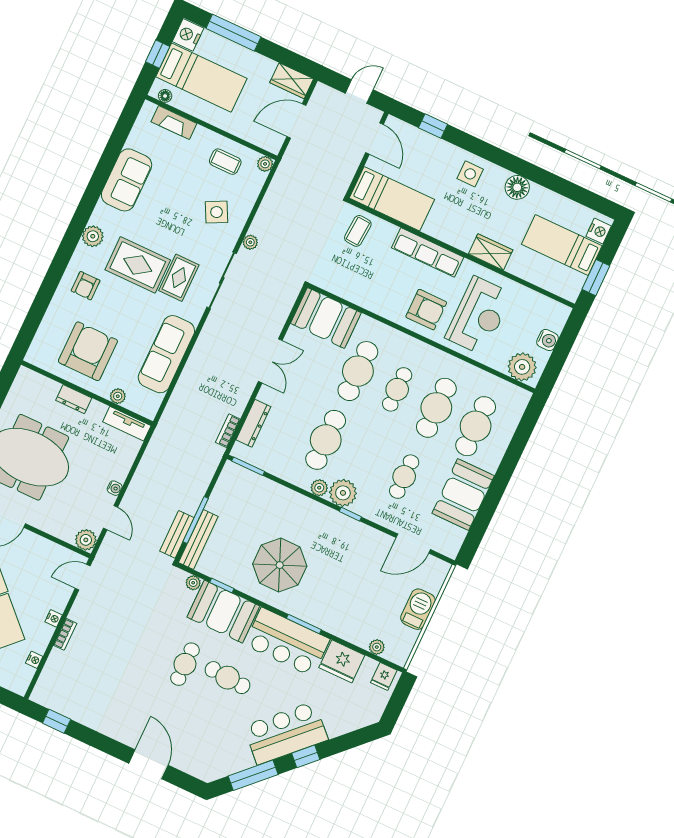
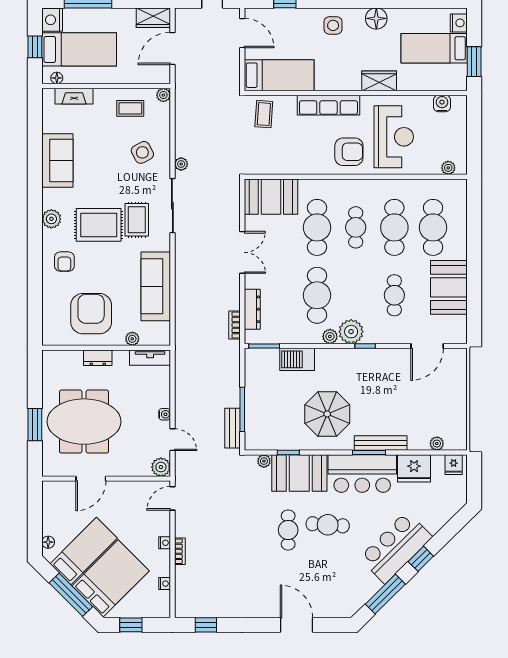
water cooler: (548, 340) -> (442, 103), moved, turned -90
plant: (522, 367) -> (448, 168), width x0.53, depth x0.53
bench: (198, 539) -> (381, 443), moved, turned 90
barbecue: (418, 609) -> (297, 359), moved, turned -90

